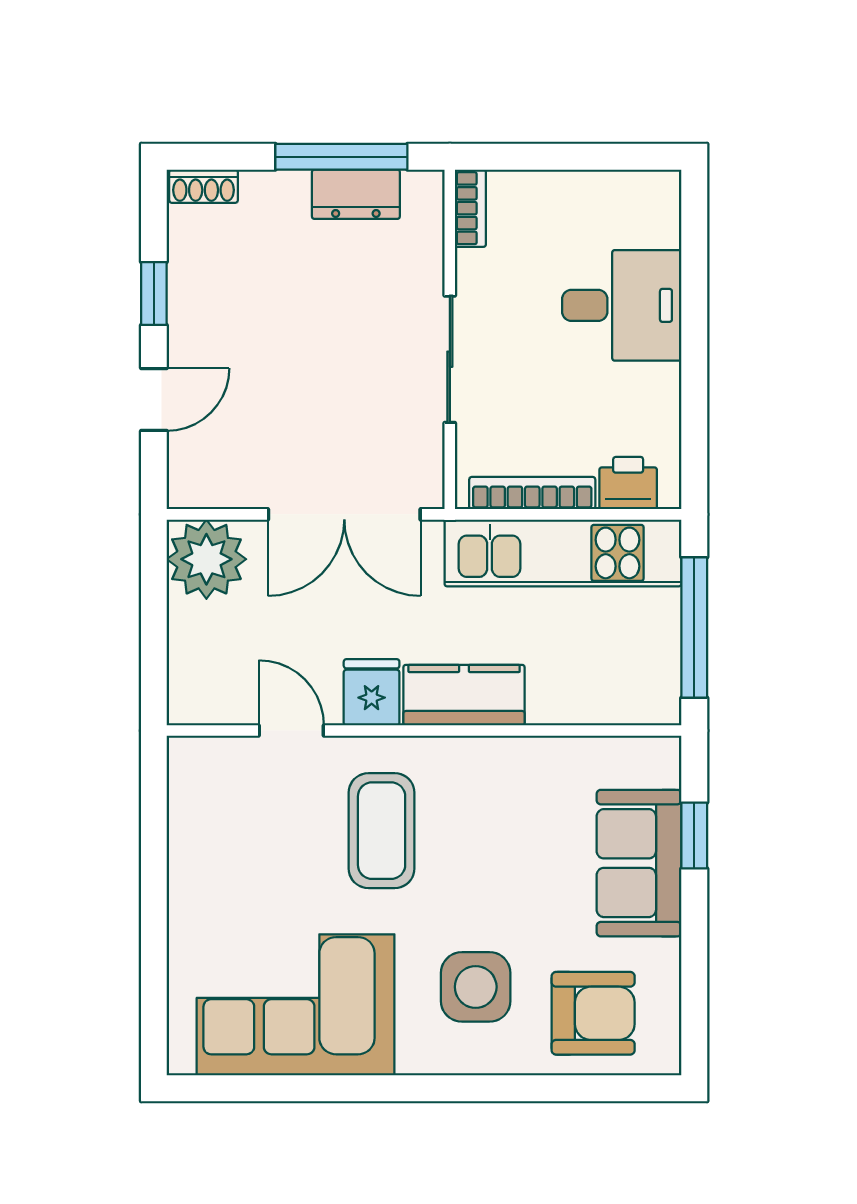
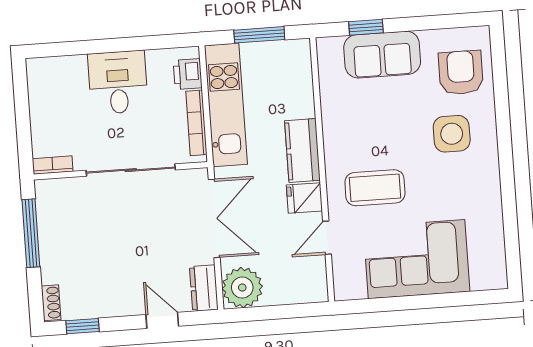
dresser: (356, 194) -> (204, 288), moved, turned 180
window: (154, 294) -> (83, 326), moved
desk: (622, 305) -> (118, 82), moved
sliding door: (450, 359) -> (131, 170), width x1.37
window: (694, 628) -> (259, 35), width x0.69
corner sofa: (296, 1005) -> (417, 259), moved, turned 90

